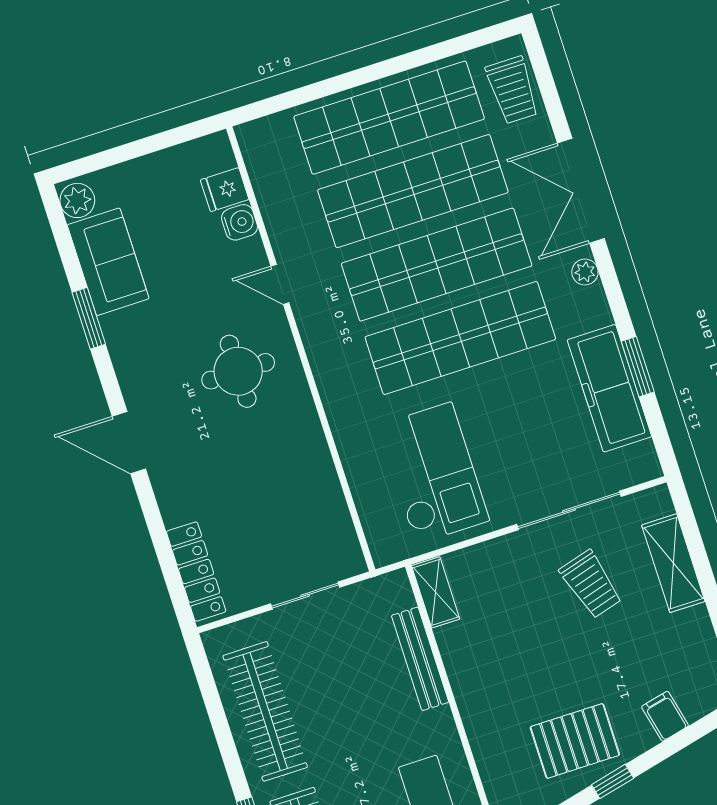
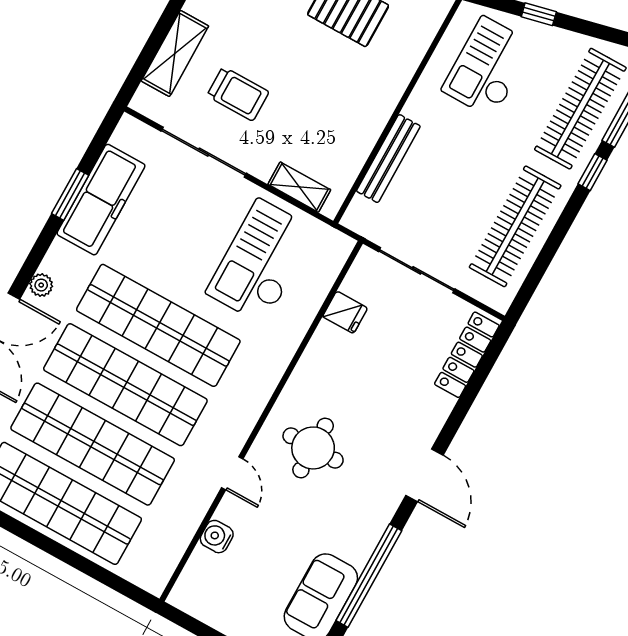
fridge: (225, 190) -> (345, 312), moved
window: (89, 318) -> (369, 576), width x2.11
trolley: (591, 584) -> (238, 94), turned 106
shelving: (436, 592) -> (299, 187), moved, turned 90
sliding door: (305, 596) -> (417, 270), width x1.37

